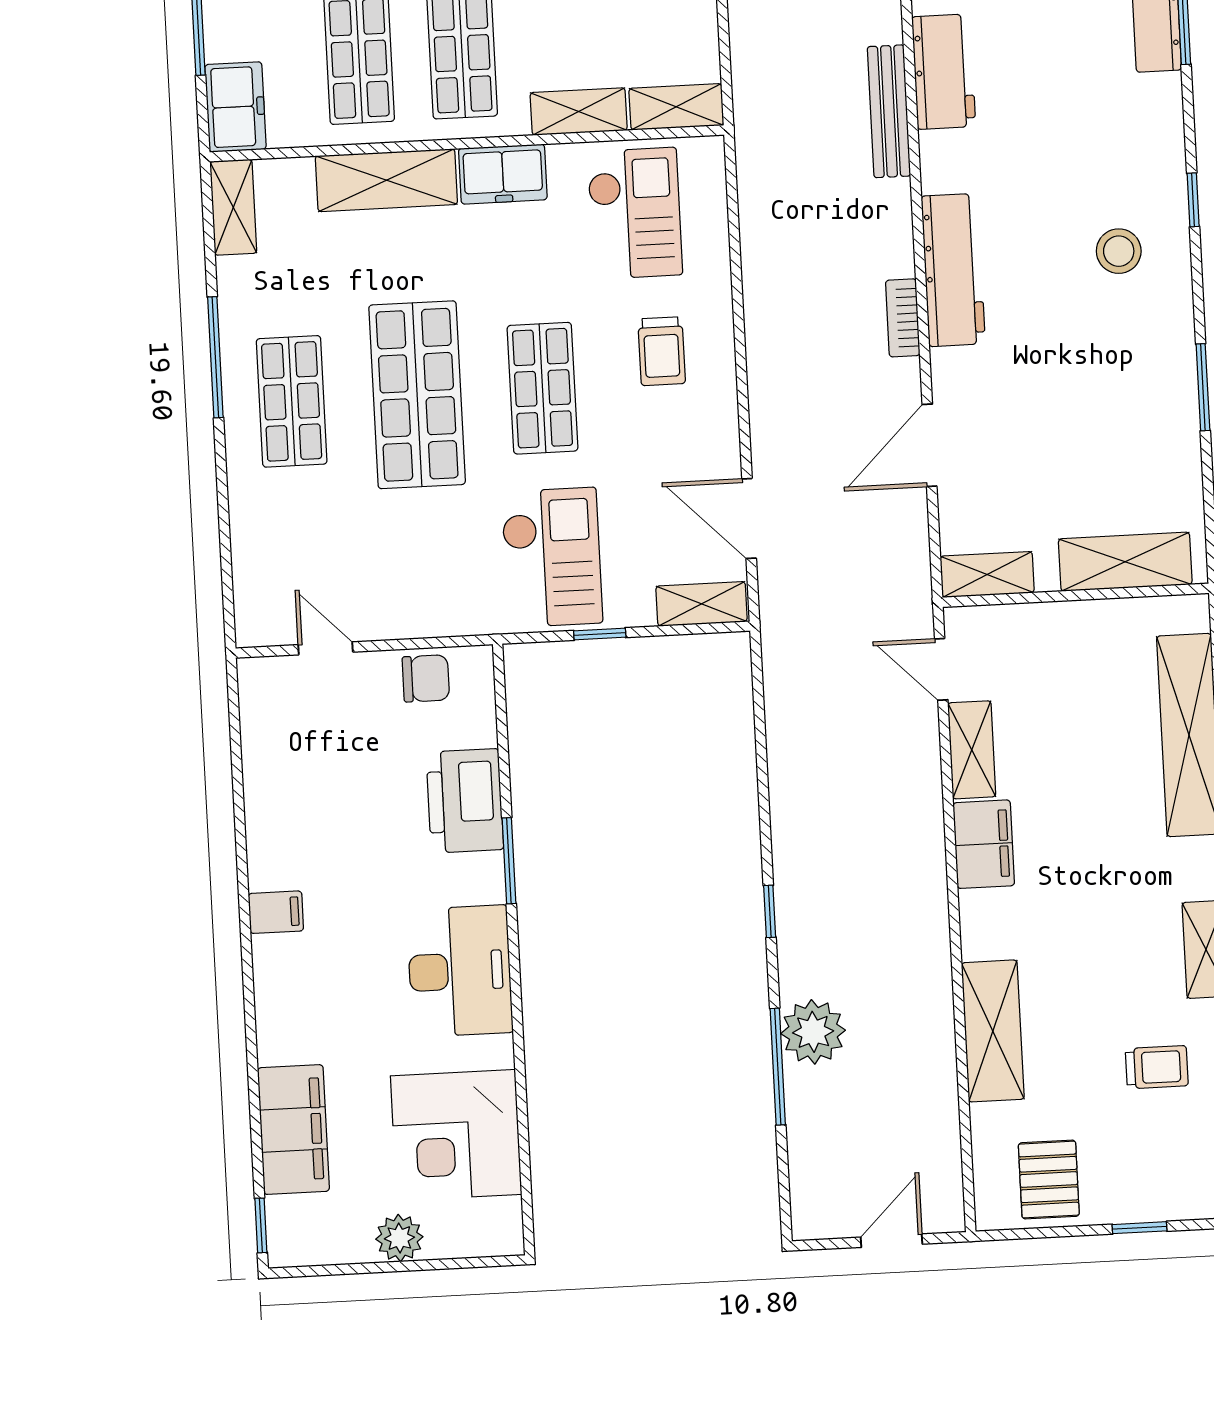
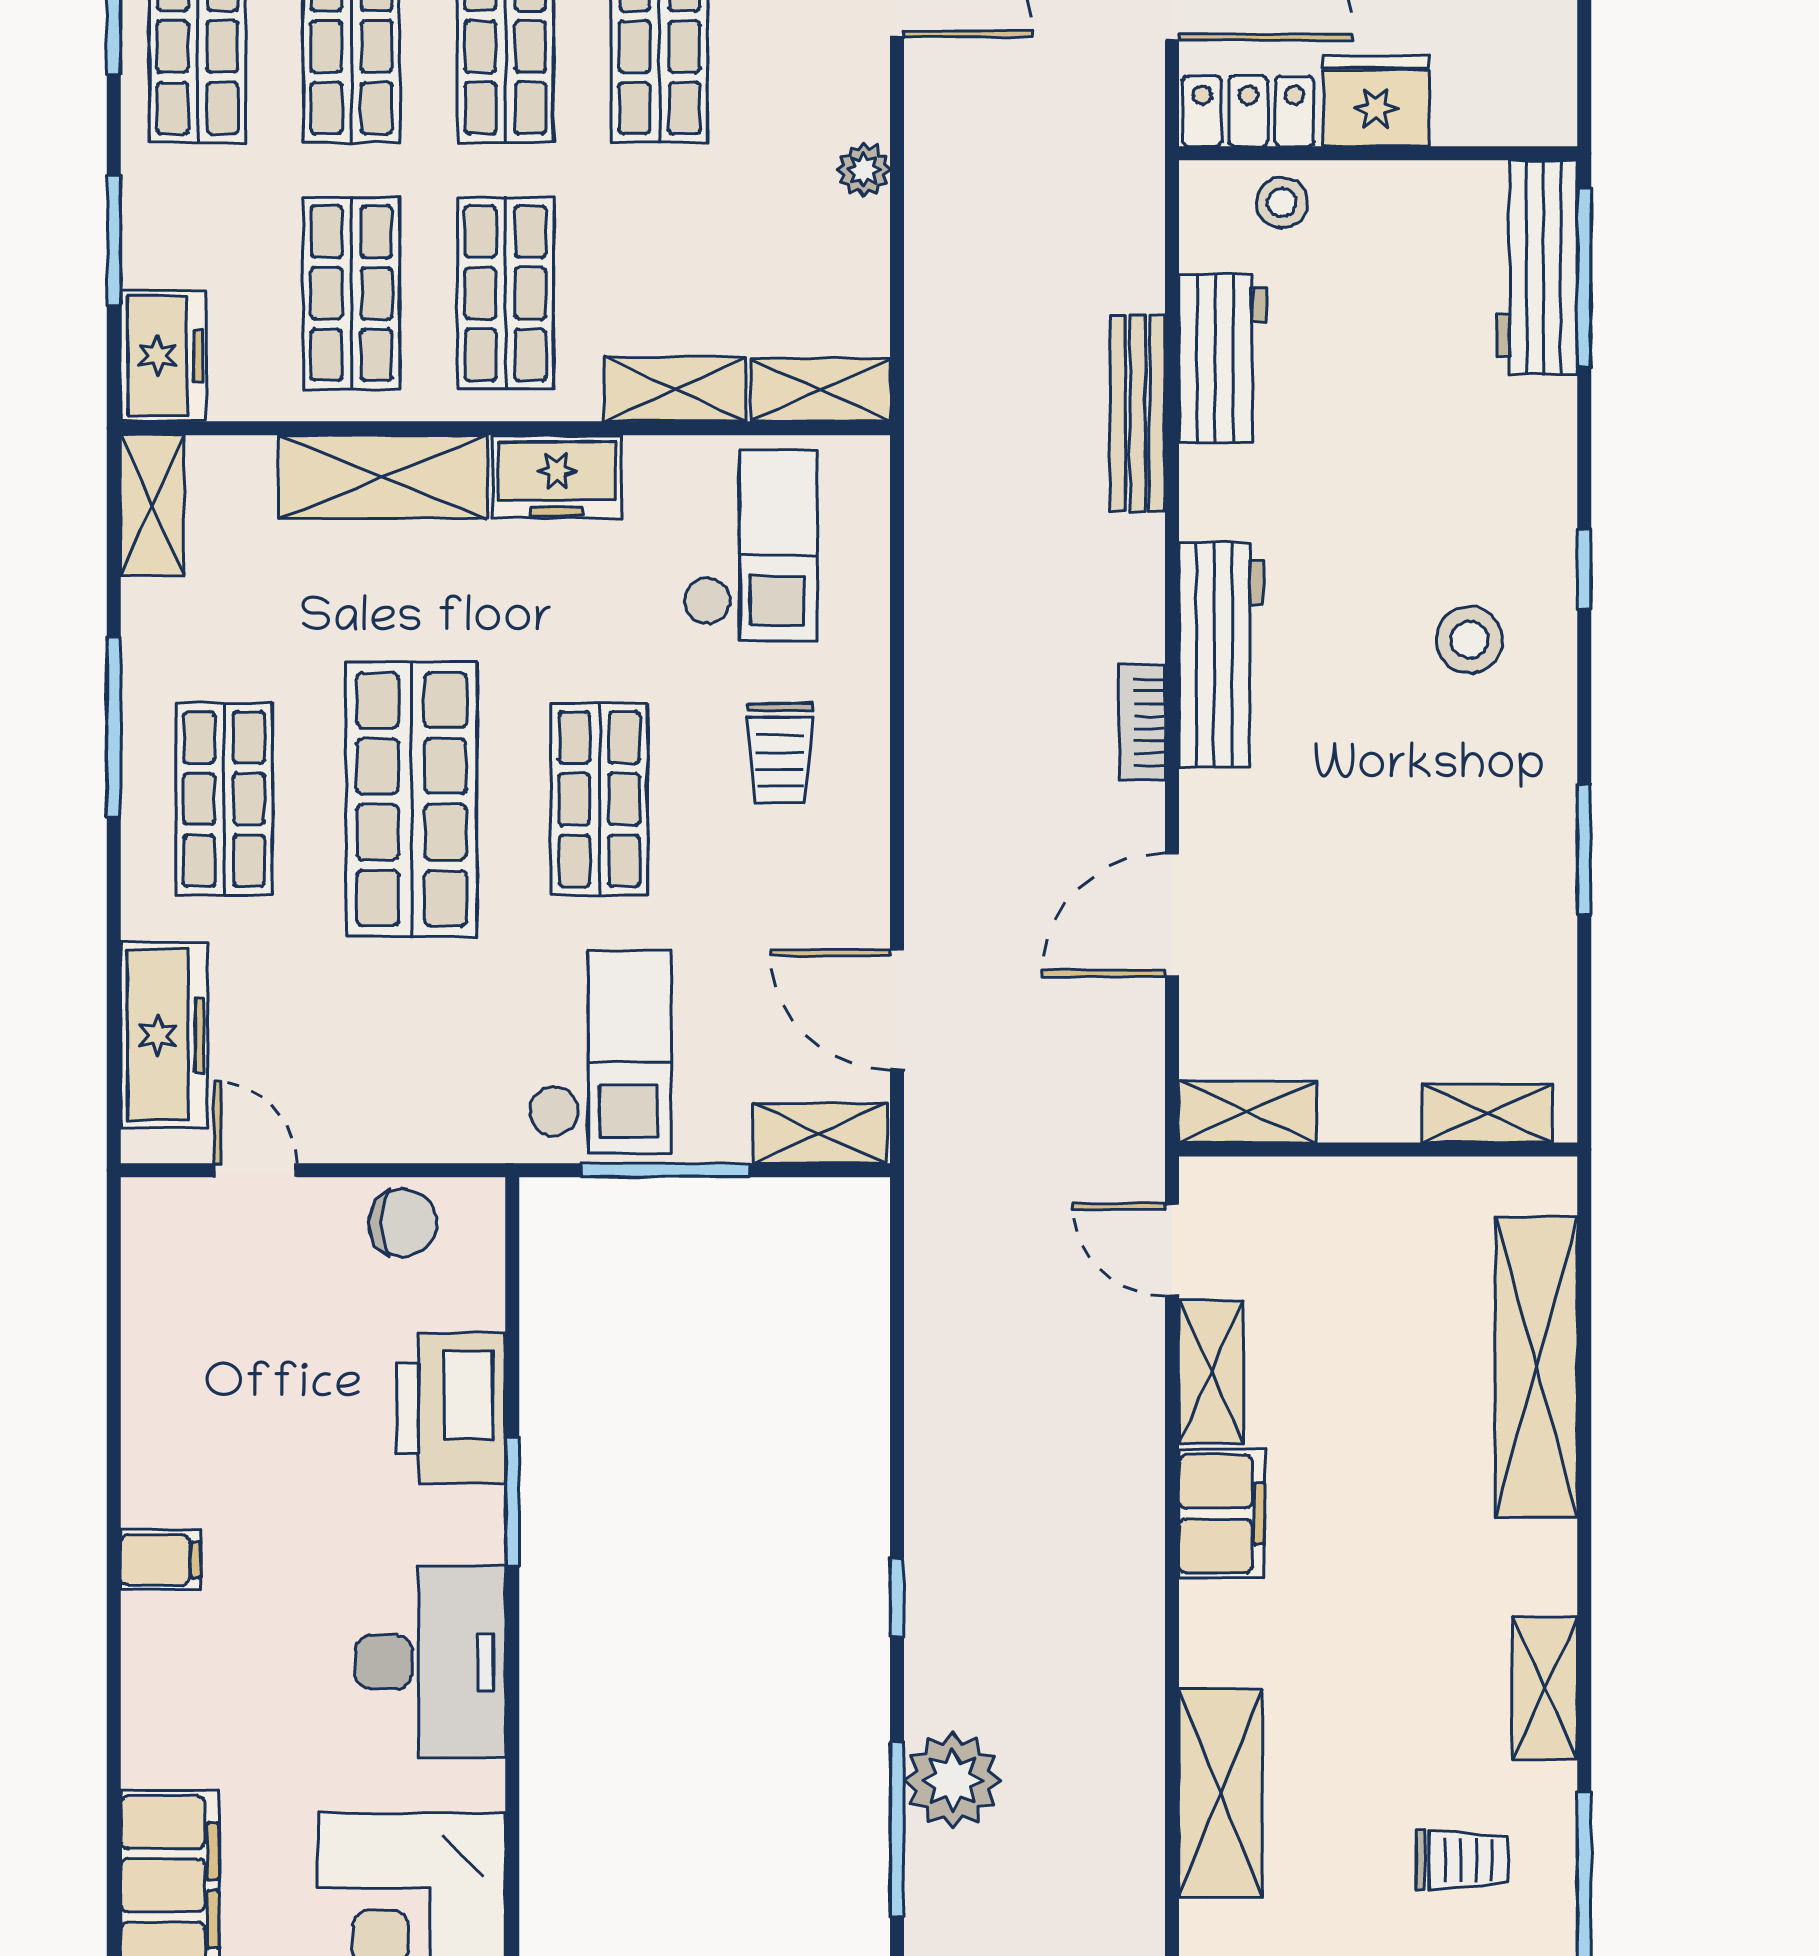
freezer: (260, 561) -> (164, 1035), added
shelving: (1125, 562) -> (1487, 1113), width x0.67, depth x0.75
window: (600, 634) -> (665, 1170), width x2.17

